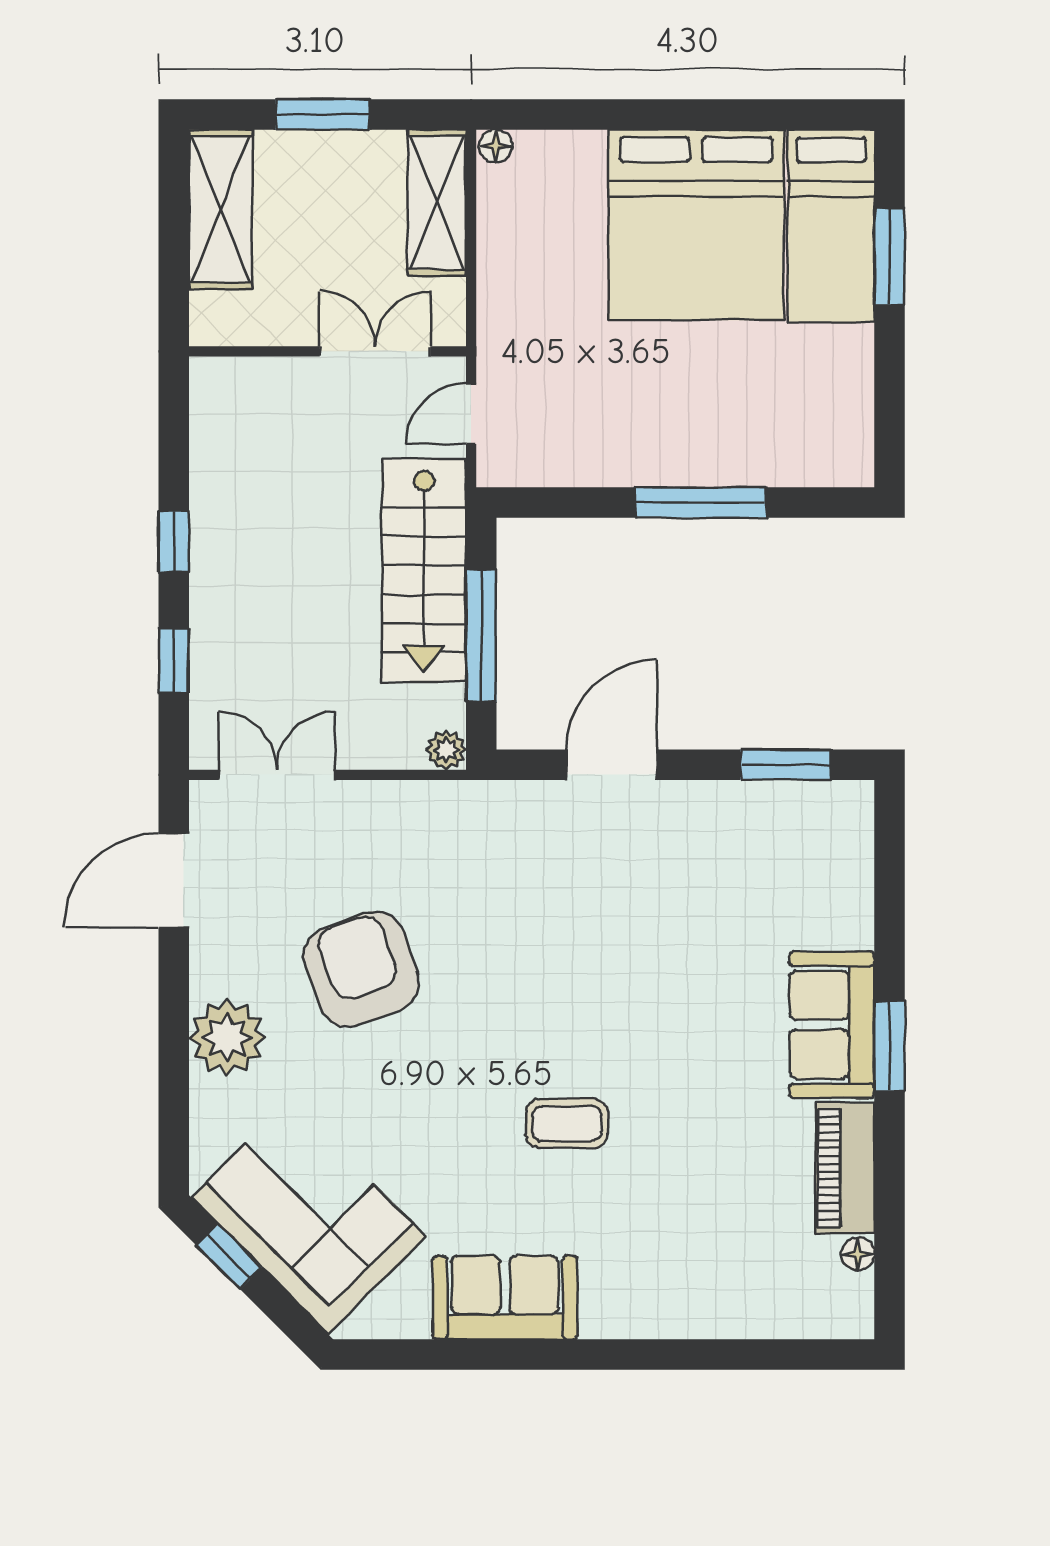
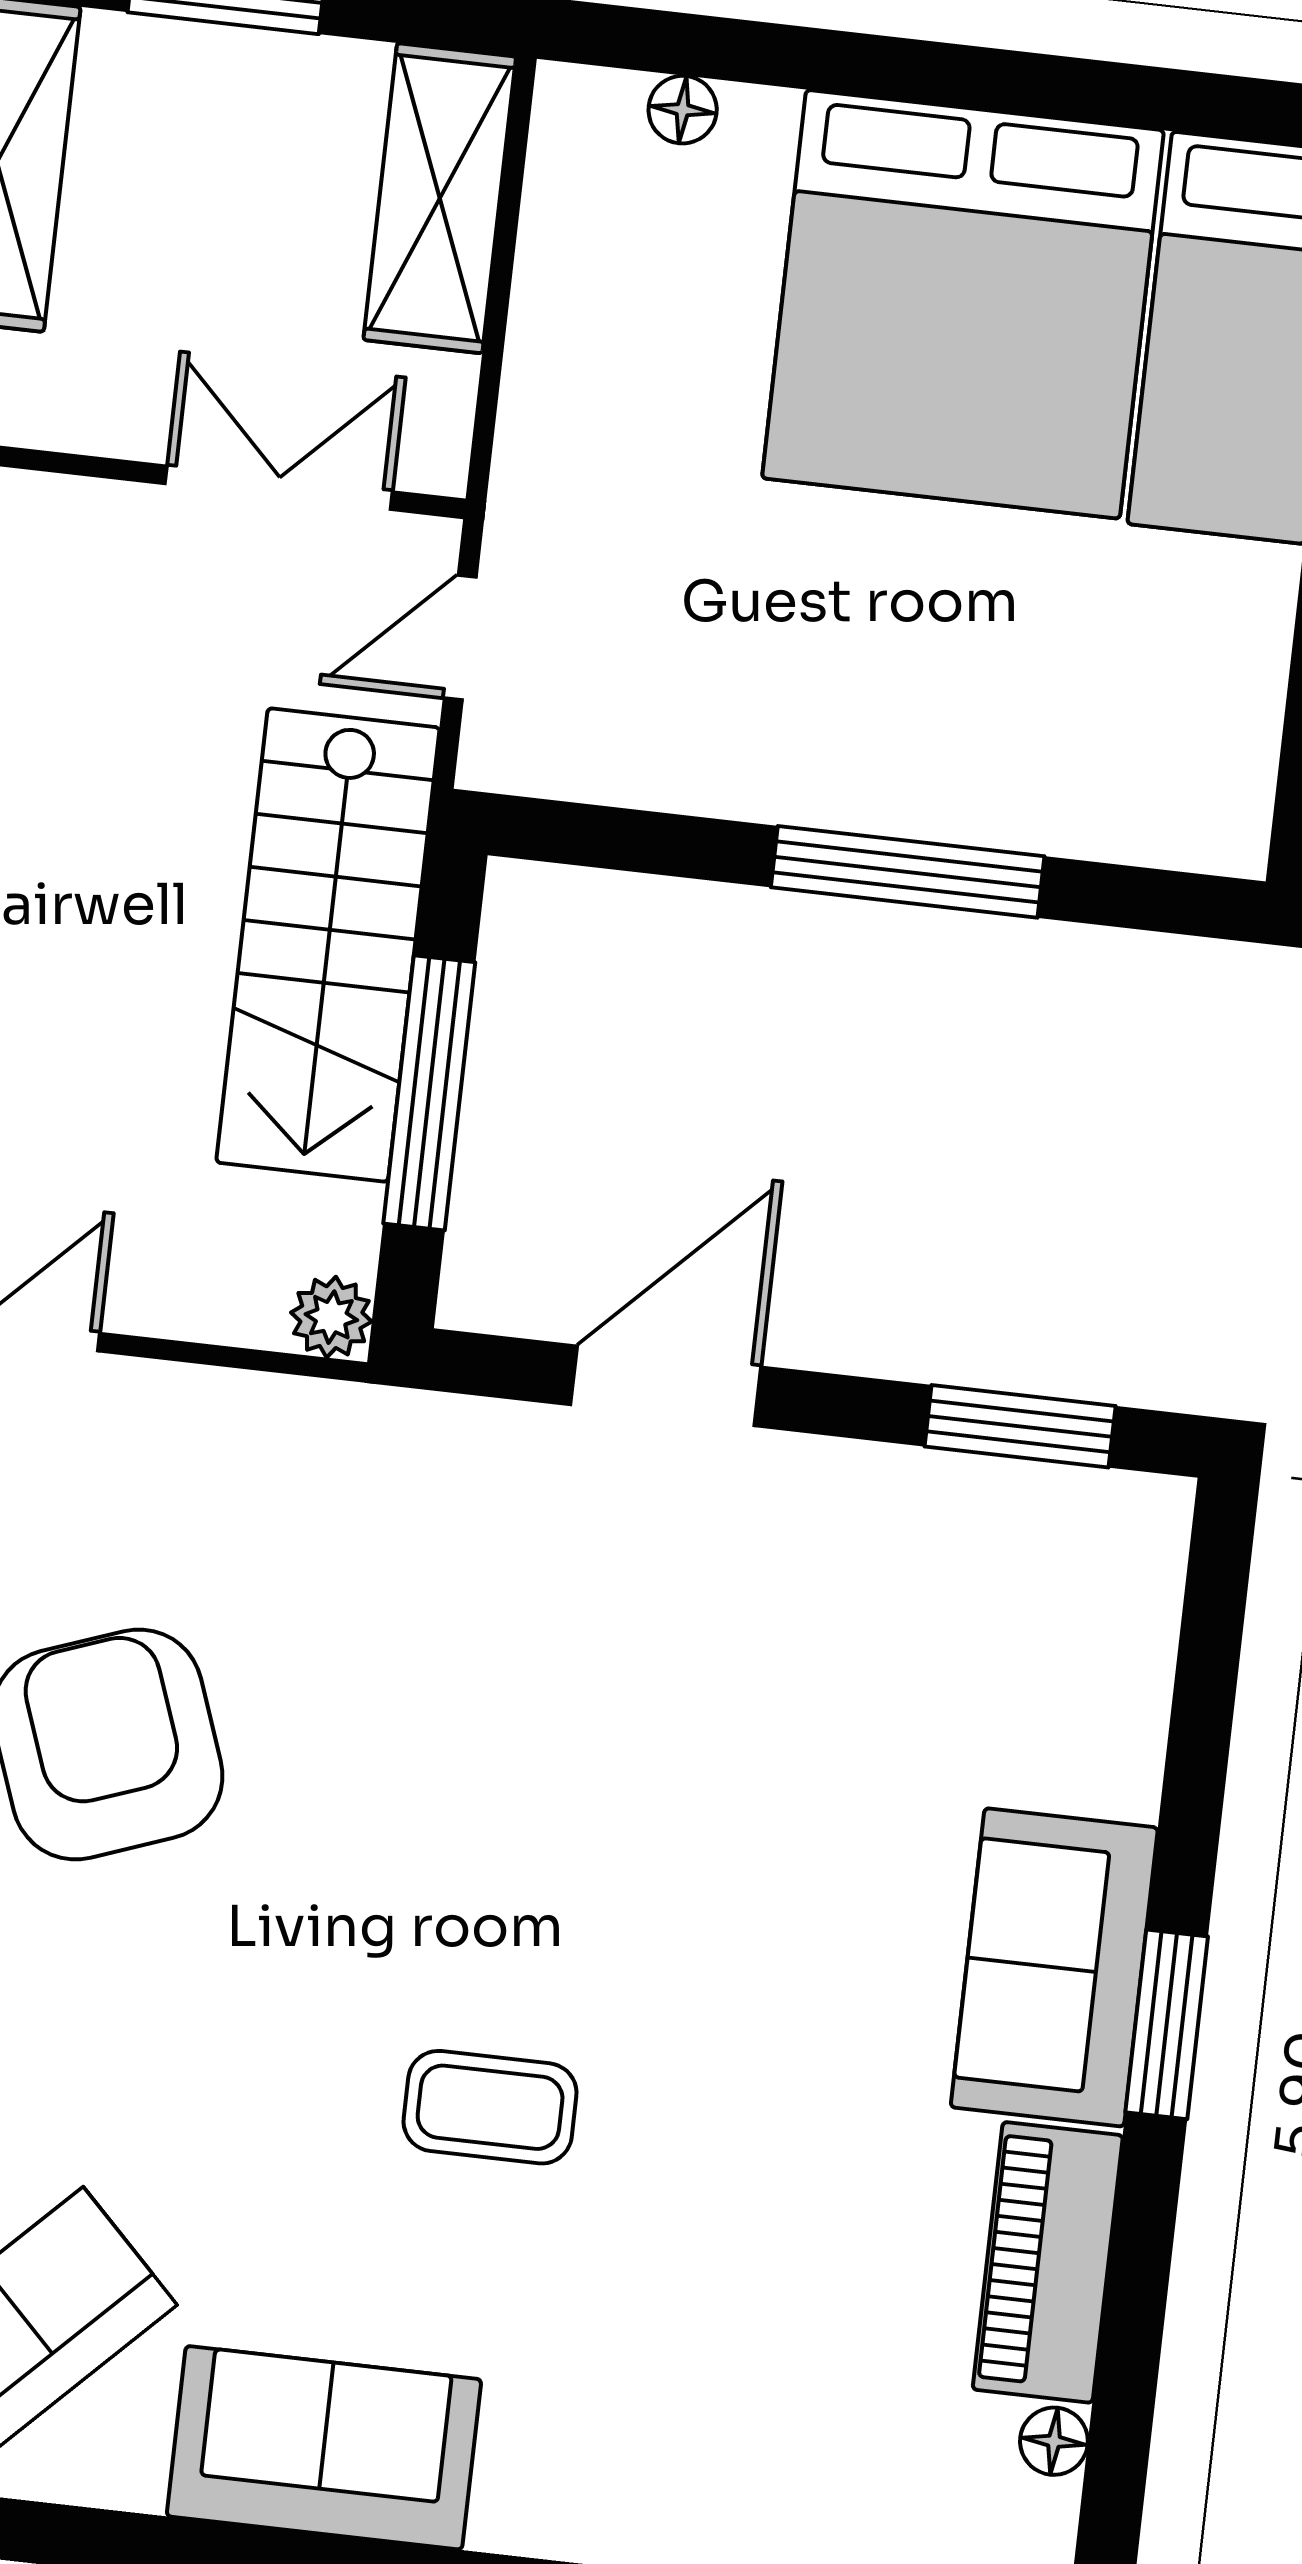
floor lamp: (496, 146) -> (683, 110), moved

